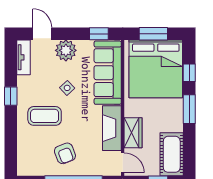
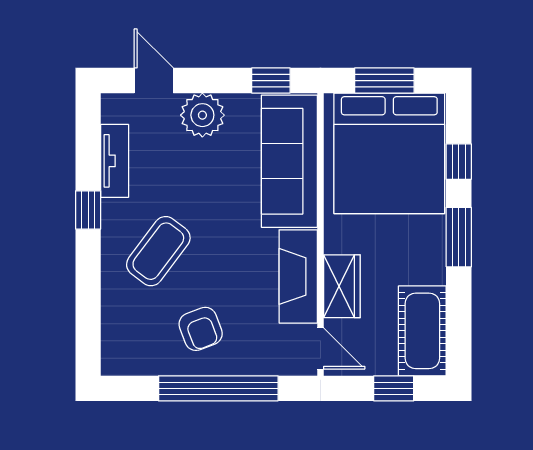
tv unit: (24, 57) -> (115, 161), moved
side table: (67, 88) -> (205, 193), removed
coffee table: (45, 116) -> (158, 251), turned -53

